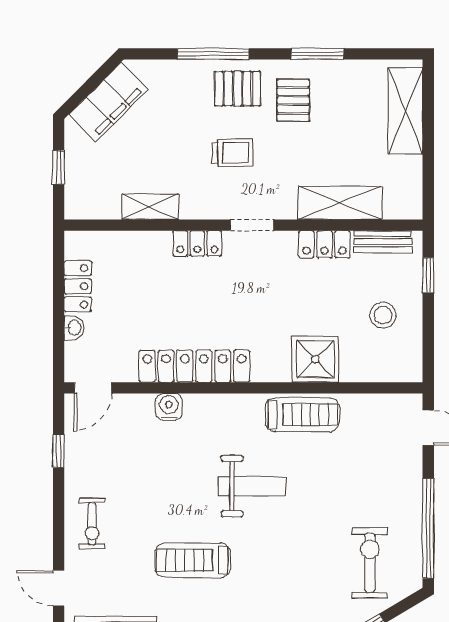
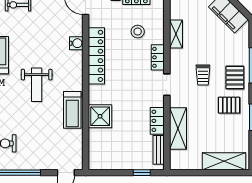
stool: (383, 315) -> (138, 32), moved

